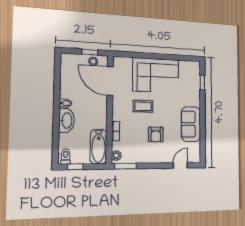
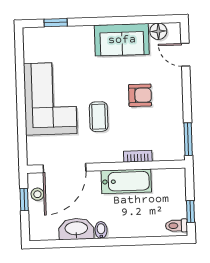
washbasin: (67, 120) -> (76, 229), moved
bathtub: (98, 147) -> (126, 181), moved
floor lamp: (195, 148) -> (158, 31), added
plant: (116, 156) -> (173, 154), removed

